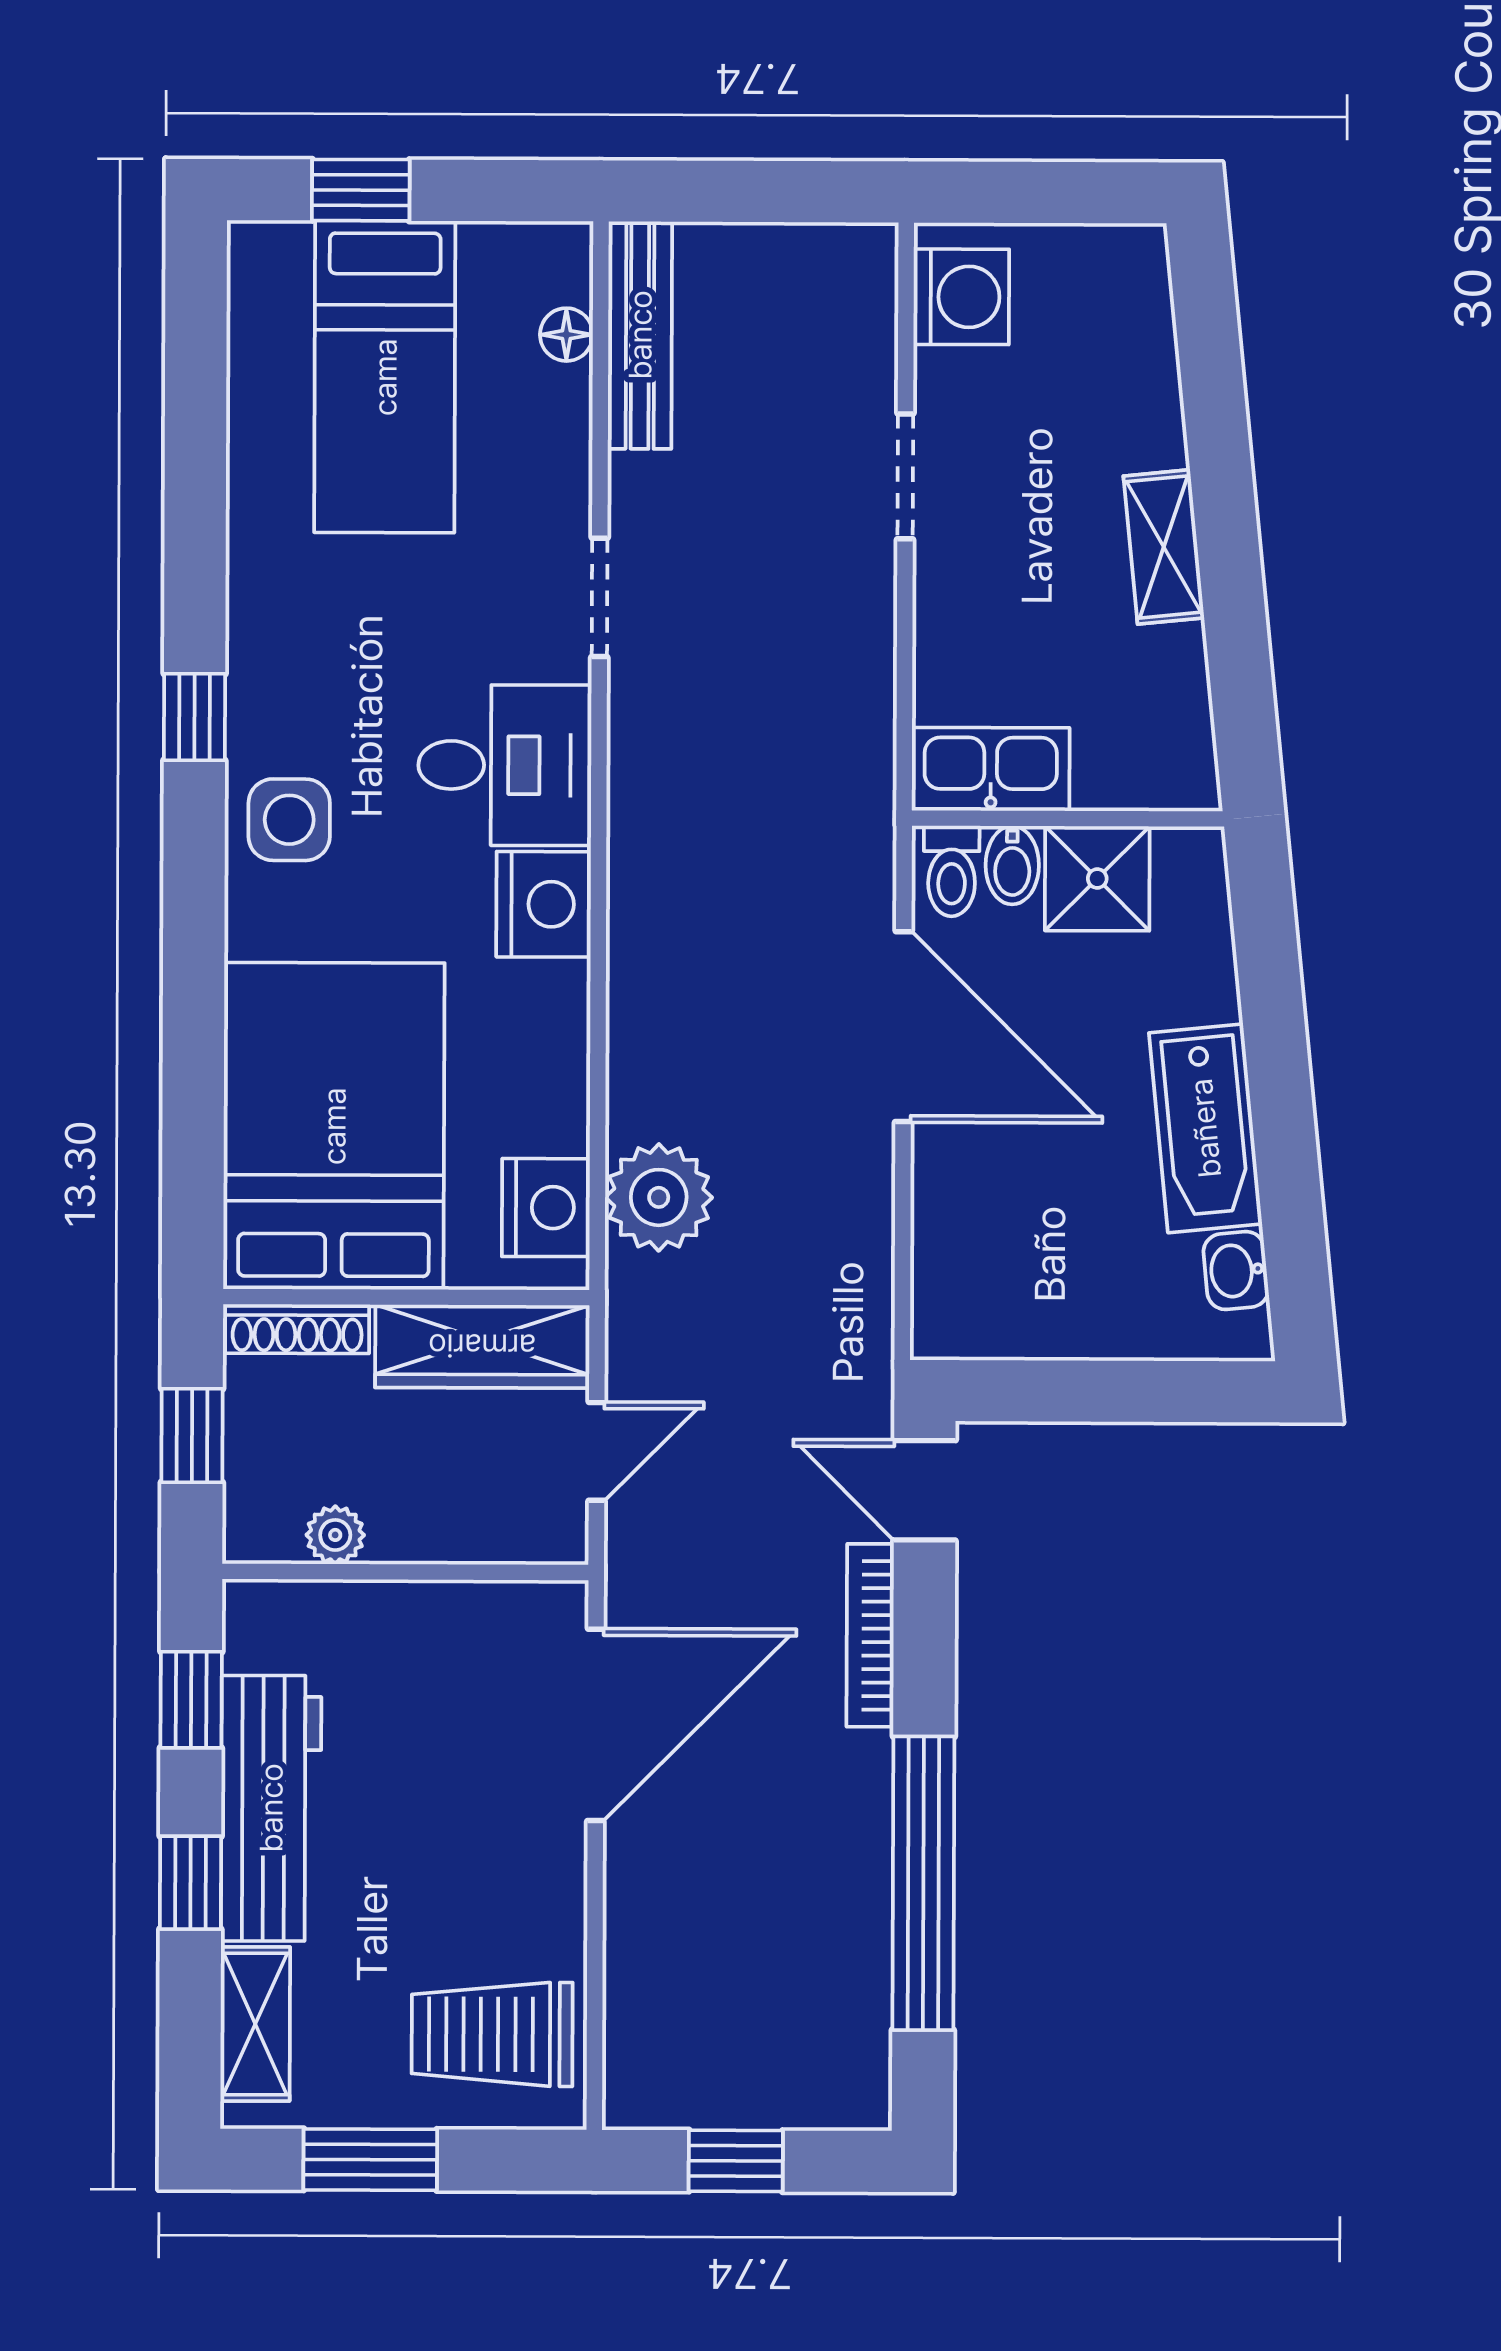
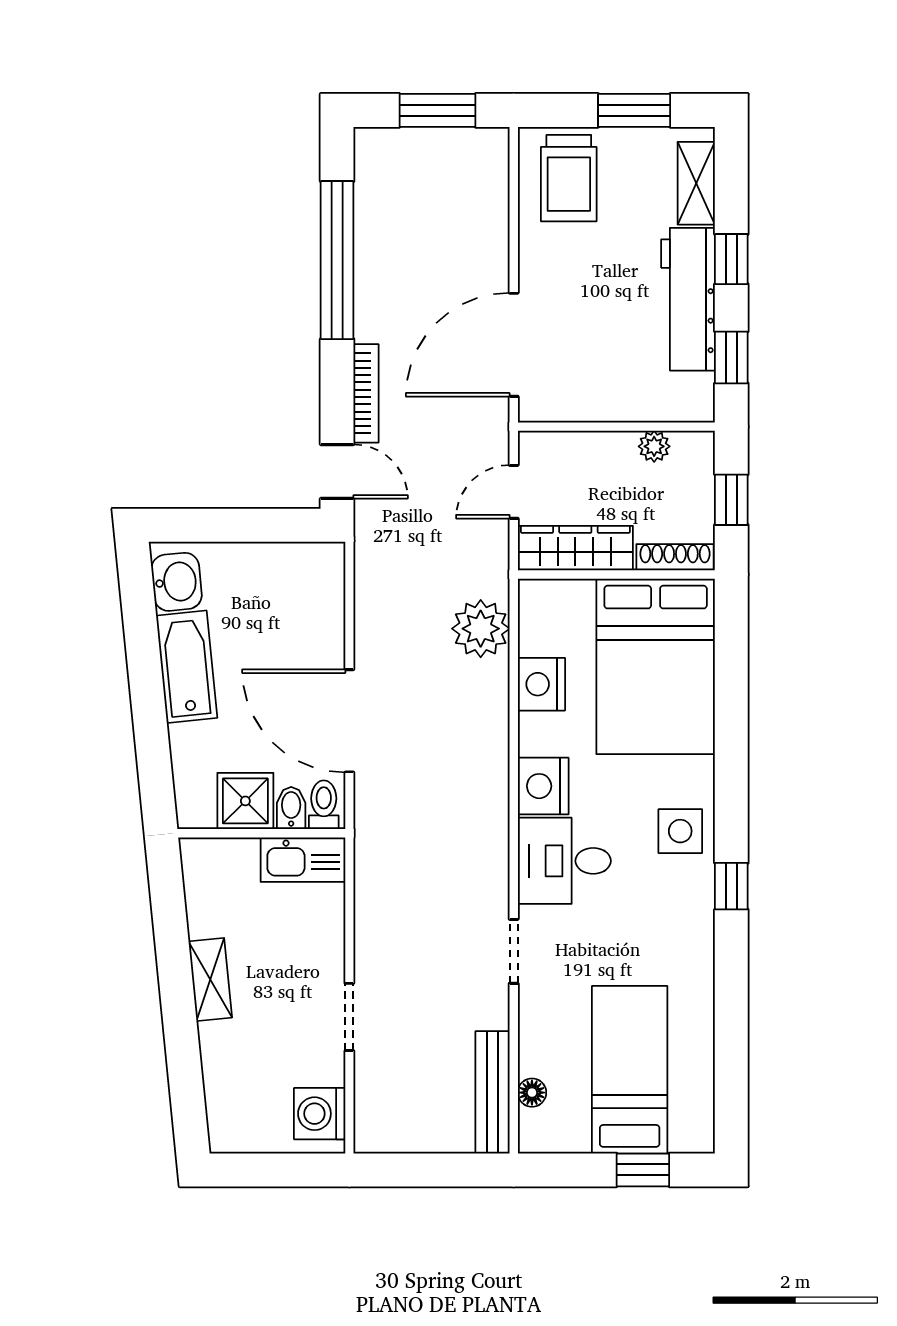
nightstand: (546, 1208) -> (541, 684), moved
washbasin: (1236, 1271) -> (177, 582), width x1.38, depth x1.45
trolley: (492, 2034) -> (569, 178), turned 90
window: (736, 2161) -> (437, 110), width x1.50

